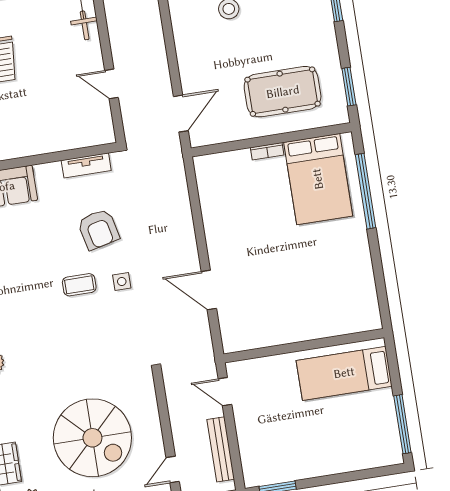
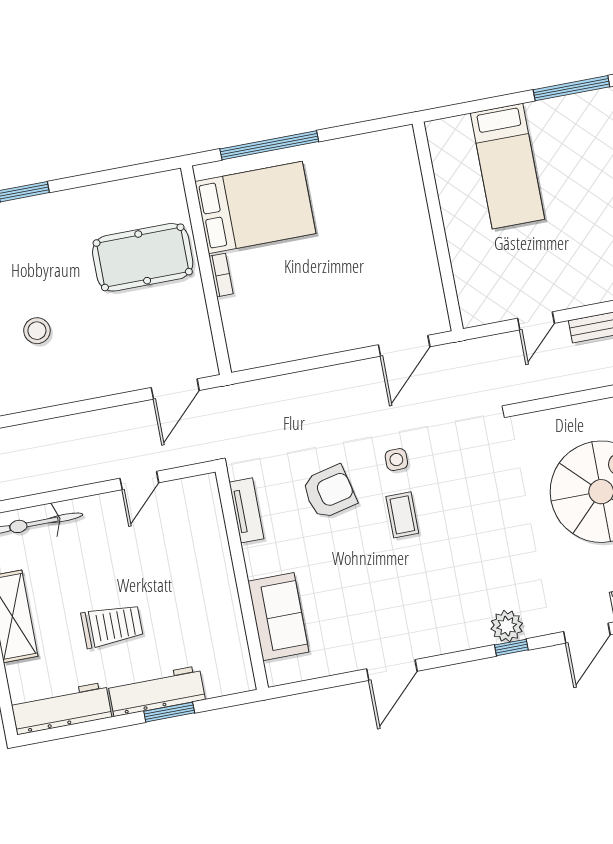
window: (349, 87) -> (134, 171), removed
pool table: (283, 92) -> (143, 257), turned 90
door: (181, 114) -> (175, 389), swing flipped
wall: (304, 346) -> (438, 226), moved

